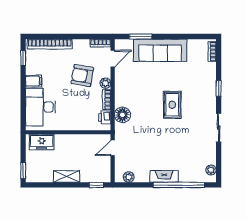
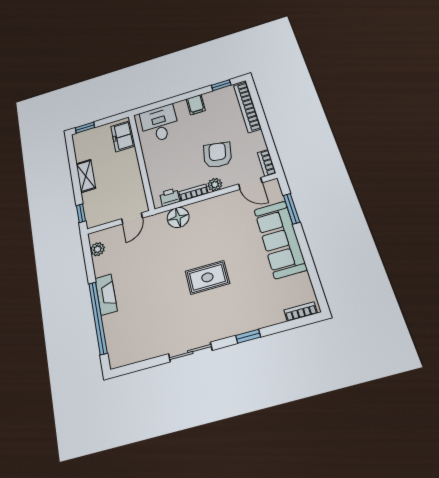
desk: (41, 107) -> (159, 124), width x0.73
door: (113, 148) -> (132, 218), swing flipped
plant: (211, 170) -> (127, 358), removed

